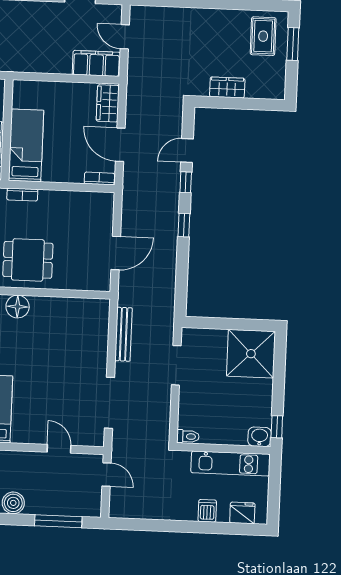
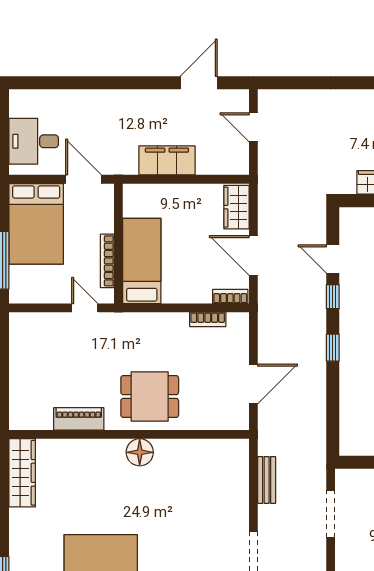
filing cabinet: (96, 63) -> (167, 160), moved
door: (187, 150) -> (333, 259), hinge flipped
bookcase: (22, 195) -> (208, 319), moved
bench: (123, 334) -> (267, 480), width x0.73

